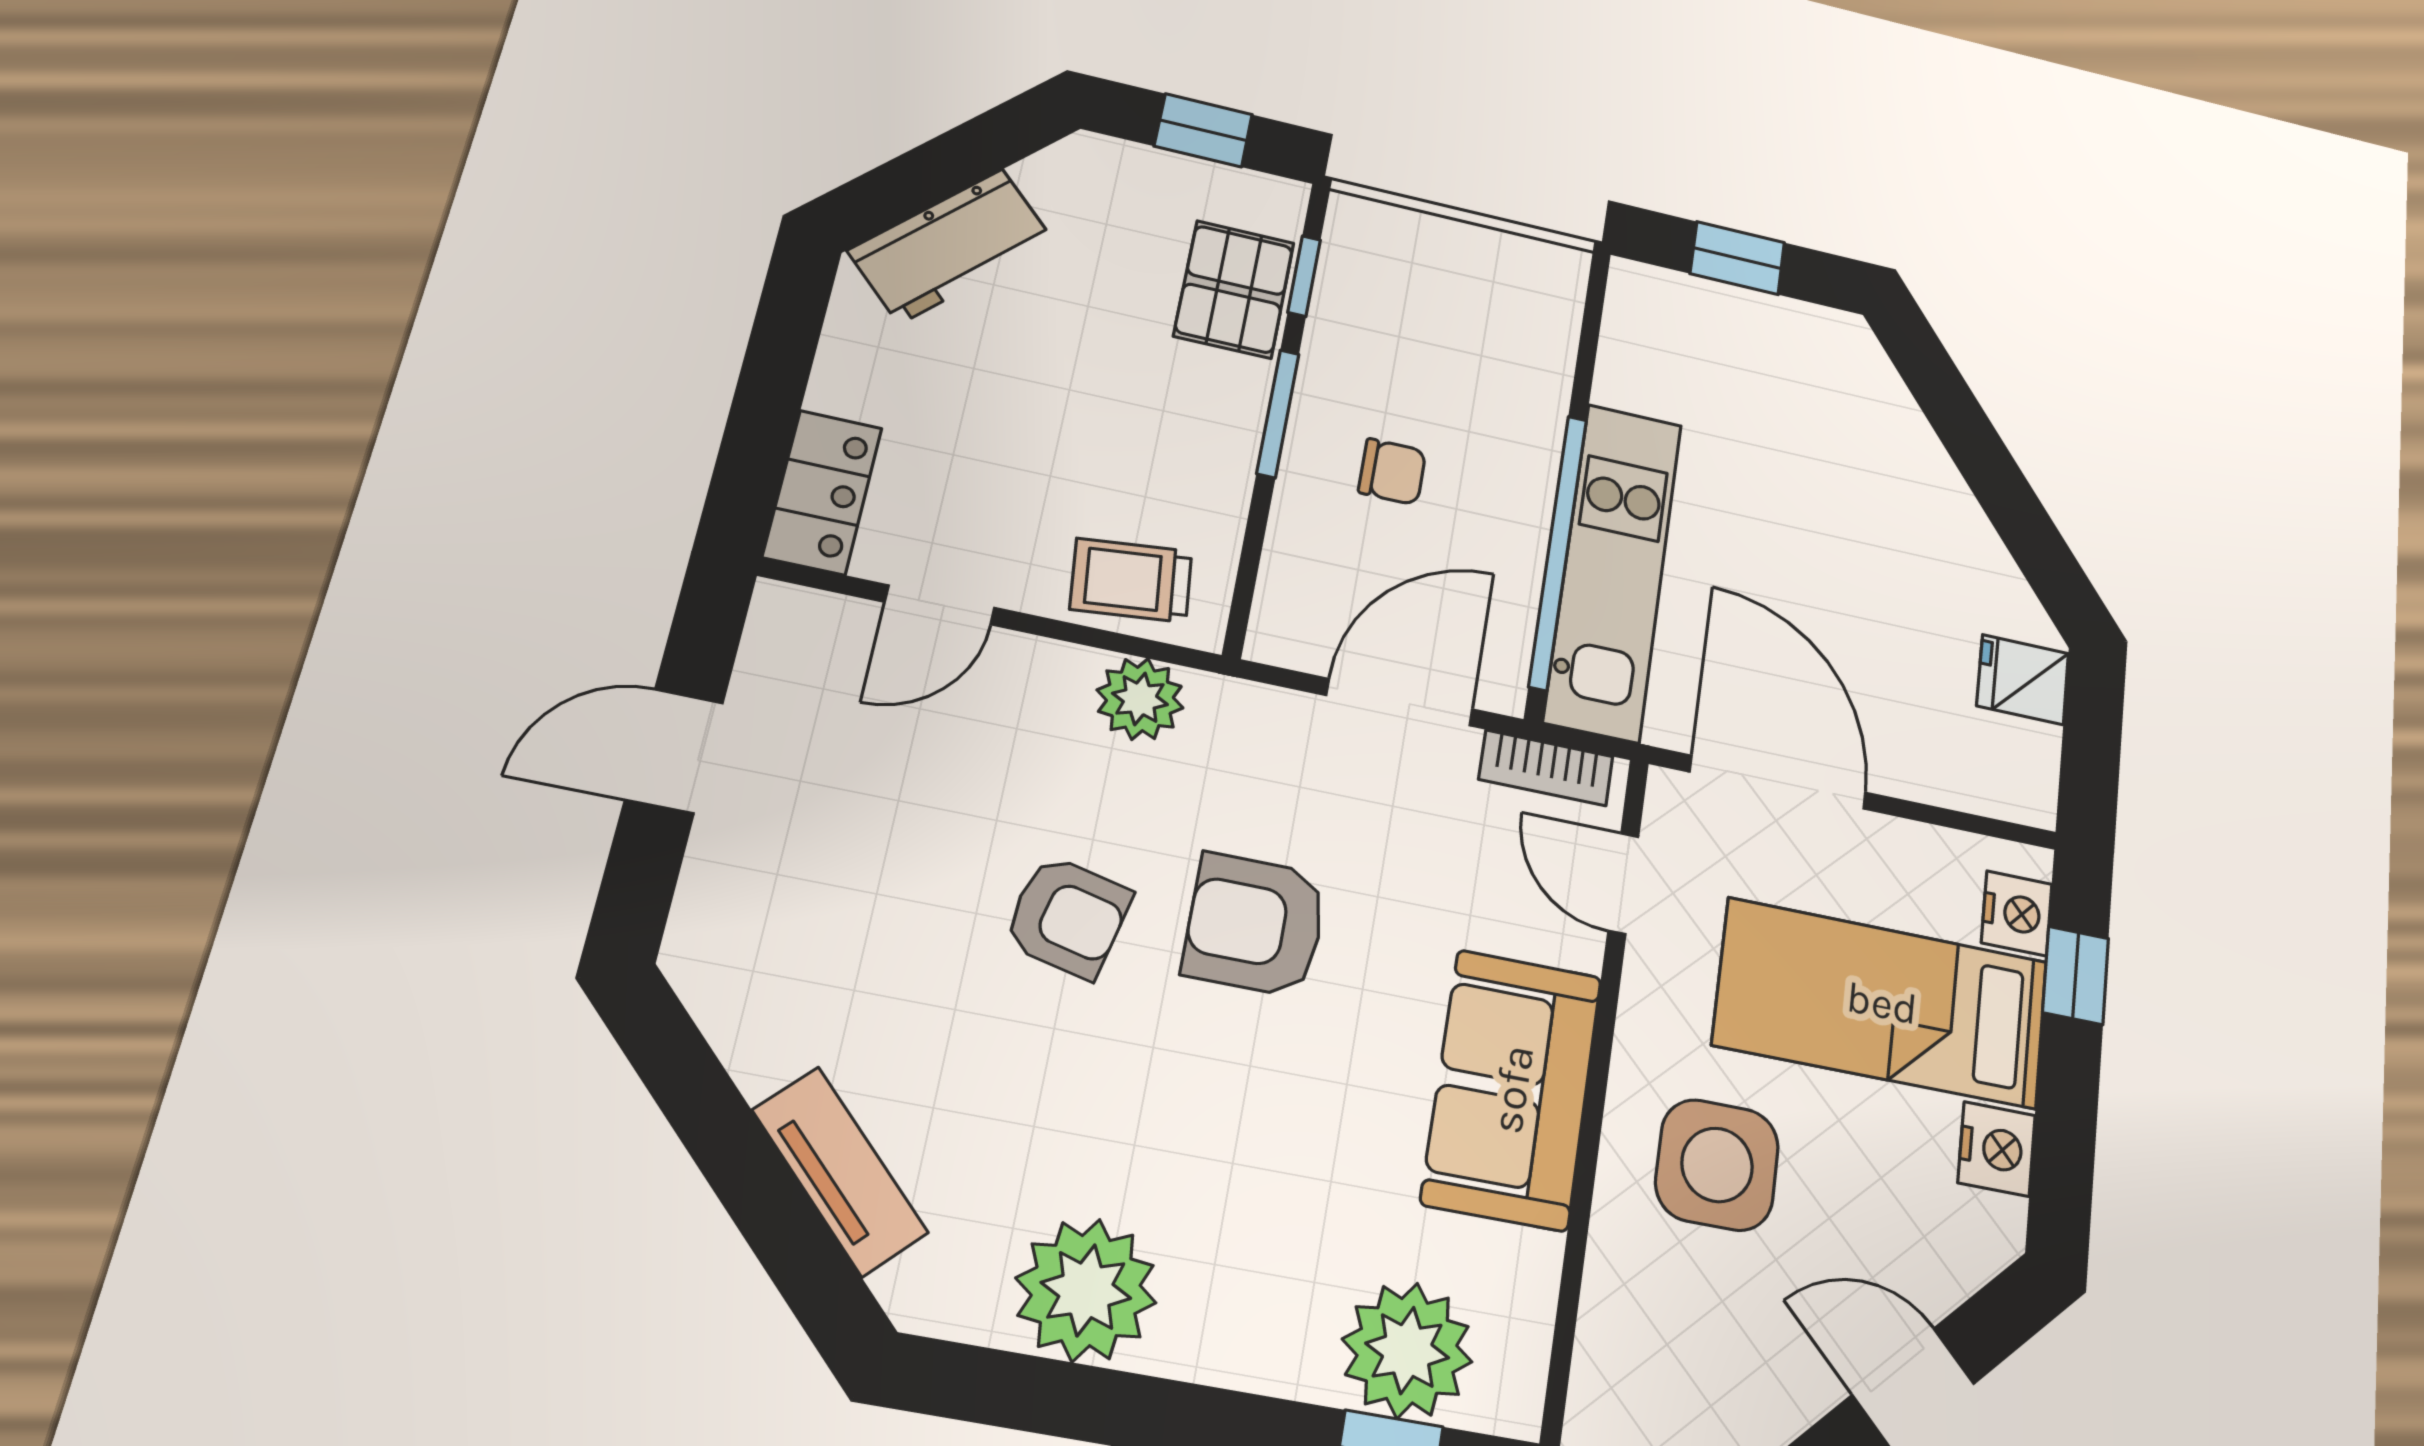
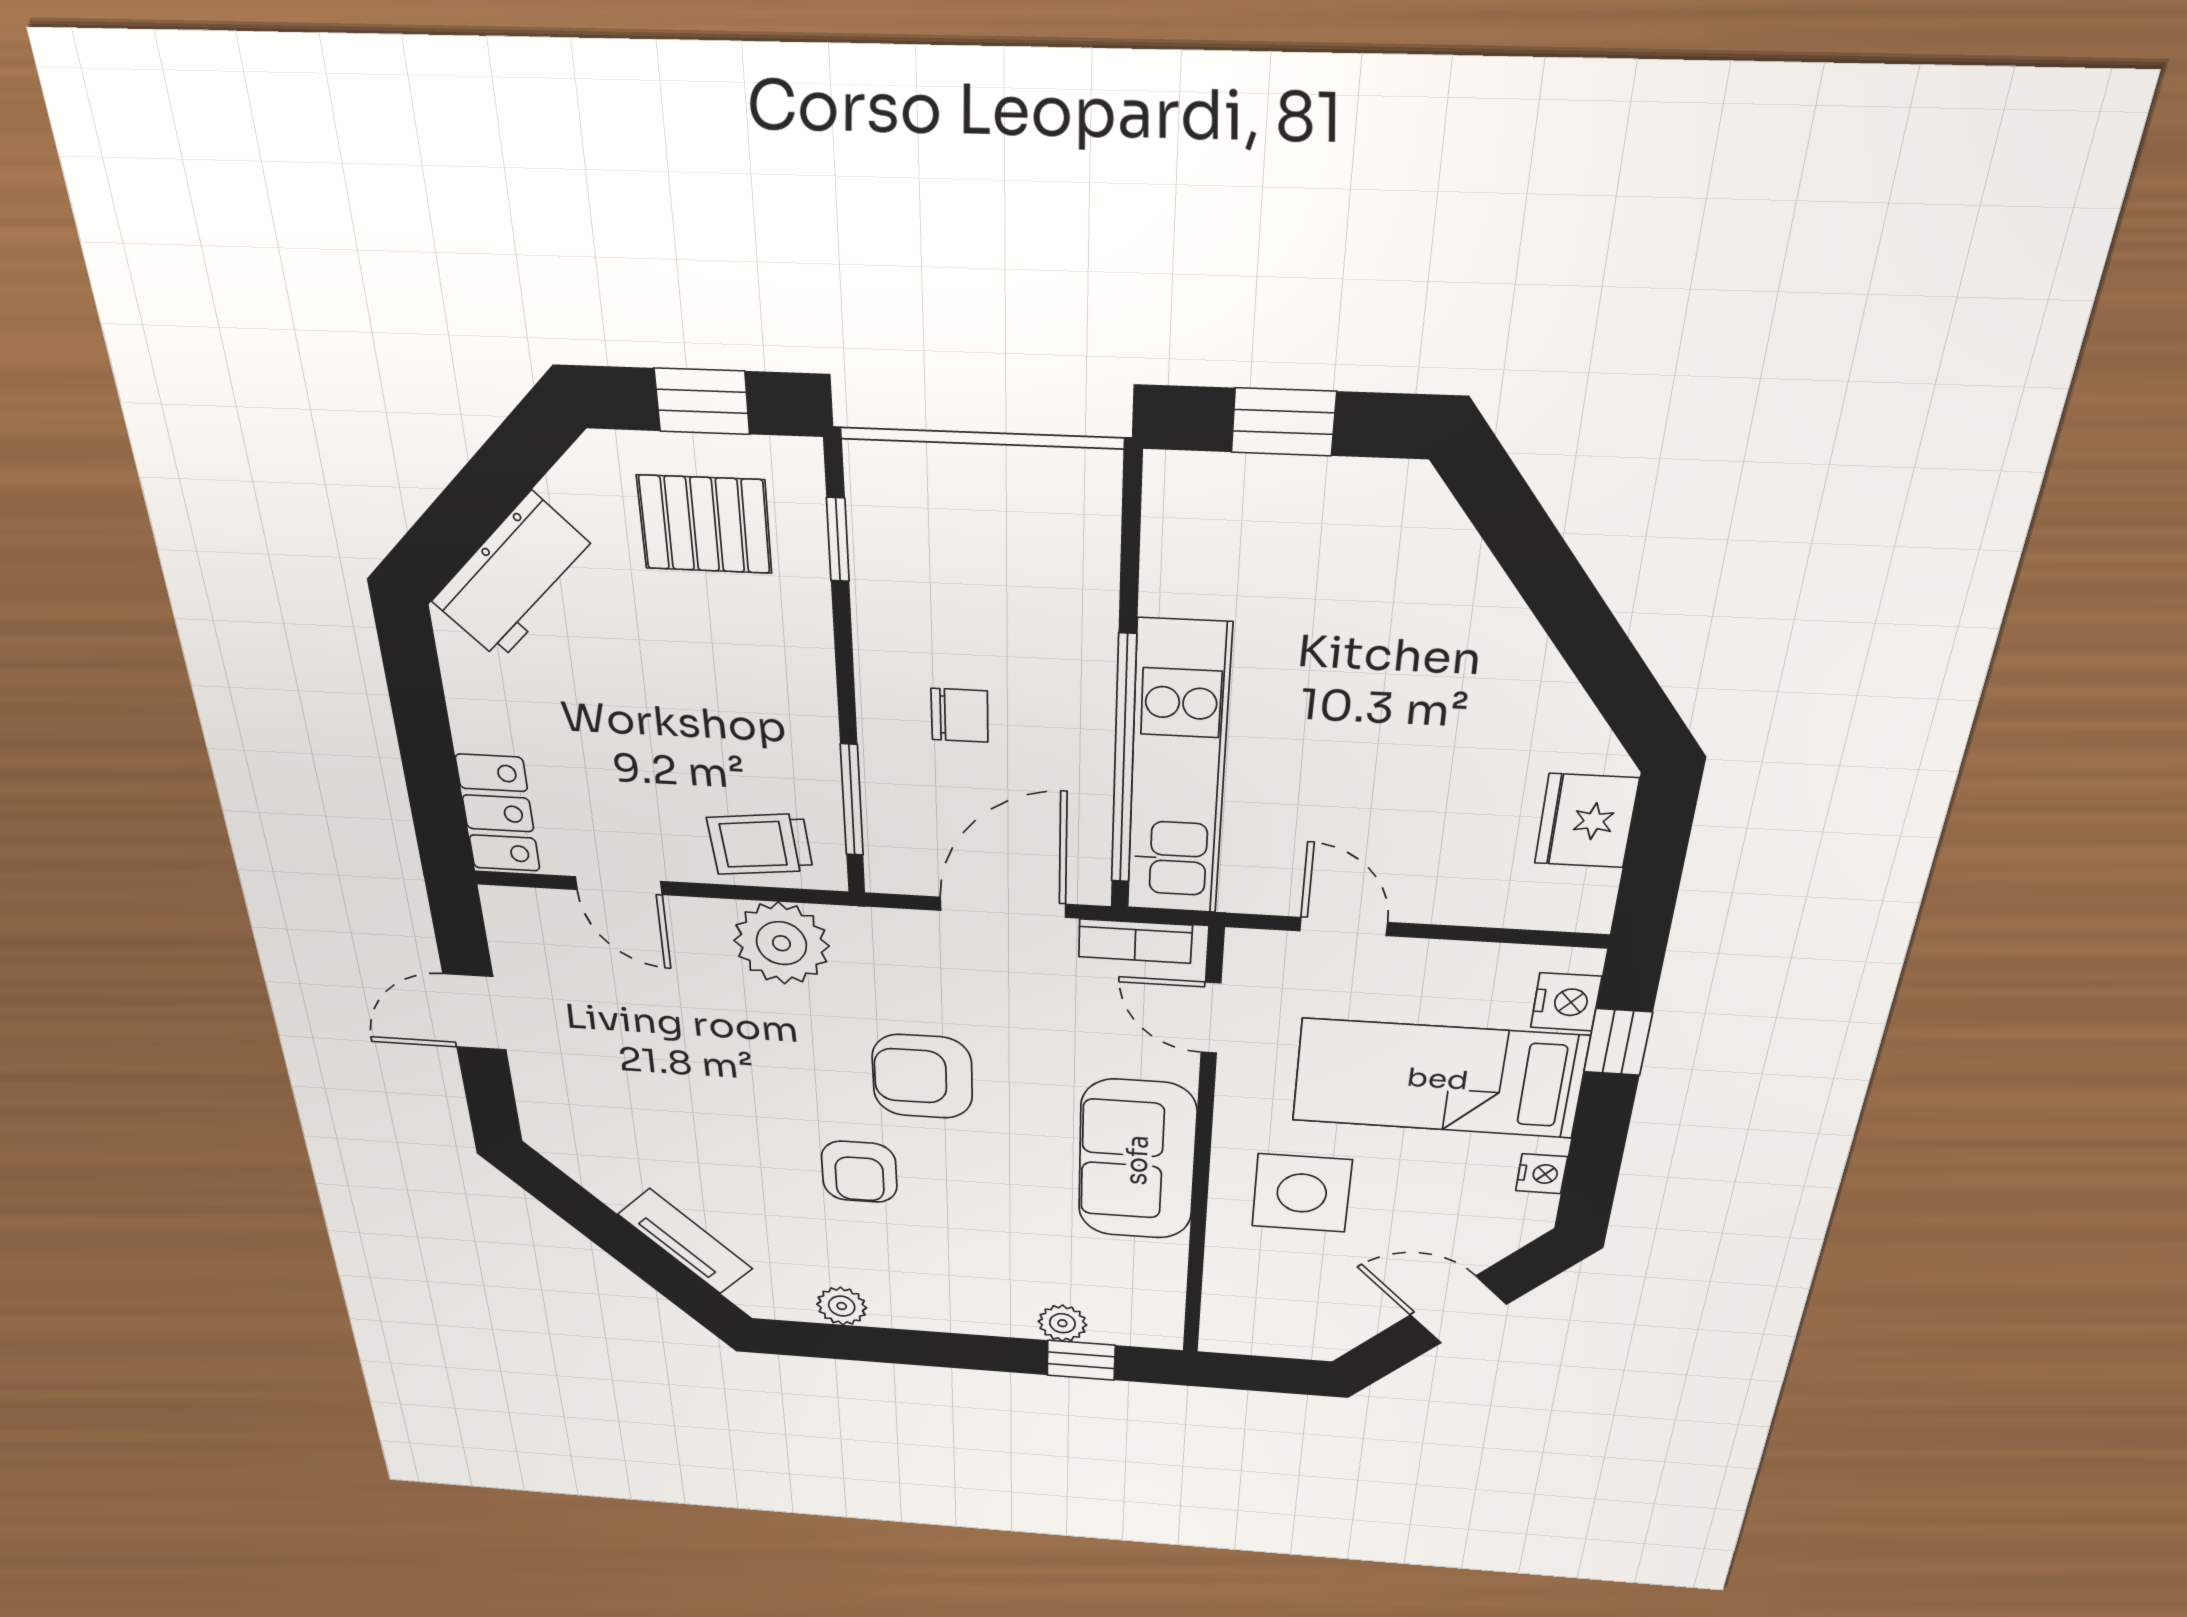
pallet: (1234, 289) -> (705, 524), moved, turned 90
window: (1278, 414) -> (852, 800), moved
door: (940, 605) -> (619, 886), hinge flipped
fridge: (2023, 680) -> (1586, 821), width x1.38
plant: (1140, 699) -> (781, 943), width x1.36, depth x1.36
door: (1778, 782) -> (1344, 927), width x0.53
armchair: (1068, 917) -> (859, 1172), moved, turned 77
nightstand: (1997, 1149) -> (1542, 1174), width x0.72, depth x0.74
plant: (1086, 1290) -> (842, 1306), width x0.53, depth x0.53
plant: (1407, 1350) -> (1062, 1323), width x0.53, depth x0.53

